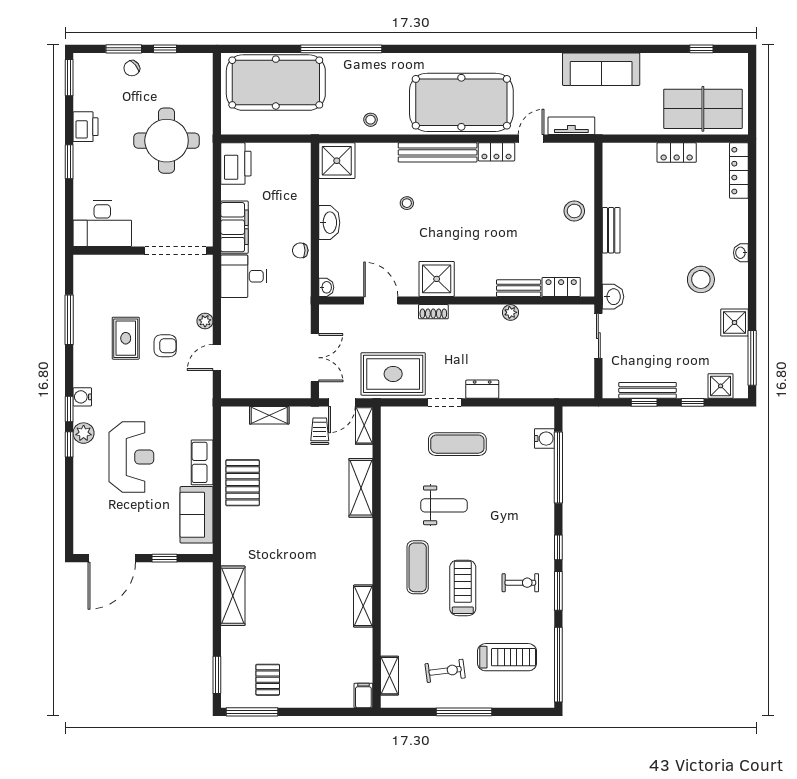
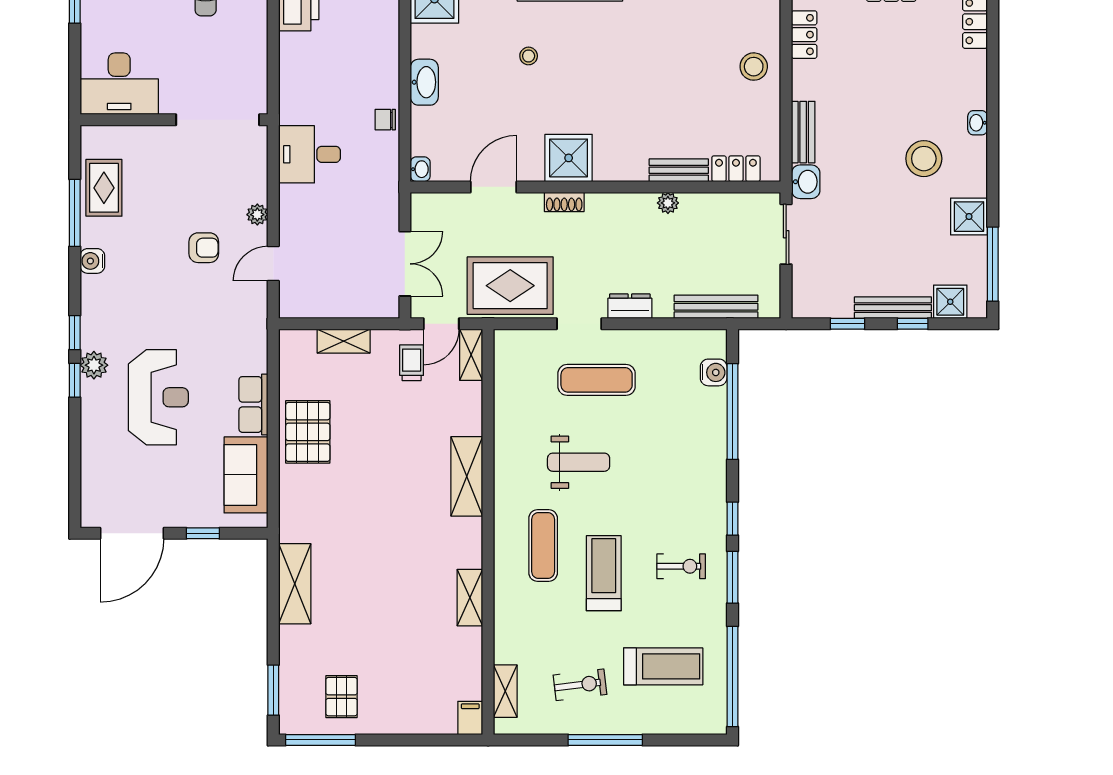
locker: (612, 187) -> (804, 35), added
filing cabinet: (235, 227) -> (297, 88), removed
bench: (611, 230) -> (803, 132), moved
door: (381, 301) -> (494, 187), hinge flipped
rug: (126, 338) -> (104, 188), moved
bench: (546, 390) -> (716, 307), added
bench: (648, 390) -> (893, 308), moved
water cooler: (82, 397) -> (92, 261), moved
shelving: (361, 488) -> (467, 476), moved

